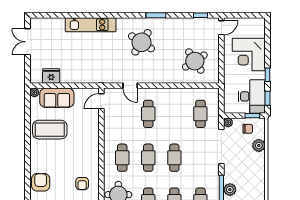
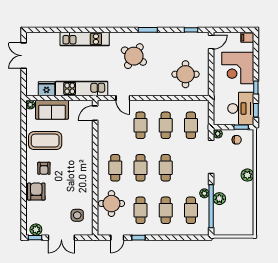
filing cabinet: (259, 23) -> (247, 38), added
round table: (195, 61) -> (185, 74), turned 33
kitchen unit: (87, 76) -> (82, 88), added
cafe table: (174, 114) -> (166, 125), added
plant: (259, 145) -> (247, 175), moved
armchair: (82, 184) -> (44, 168), moved
plant: (214, 184) -> (204, 193), added

